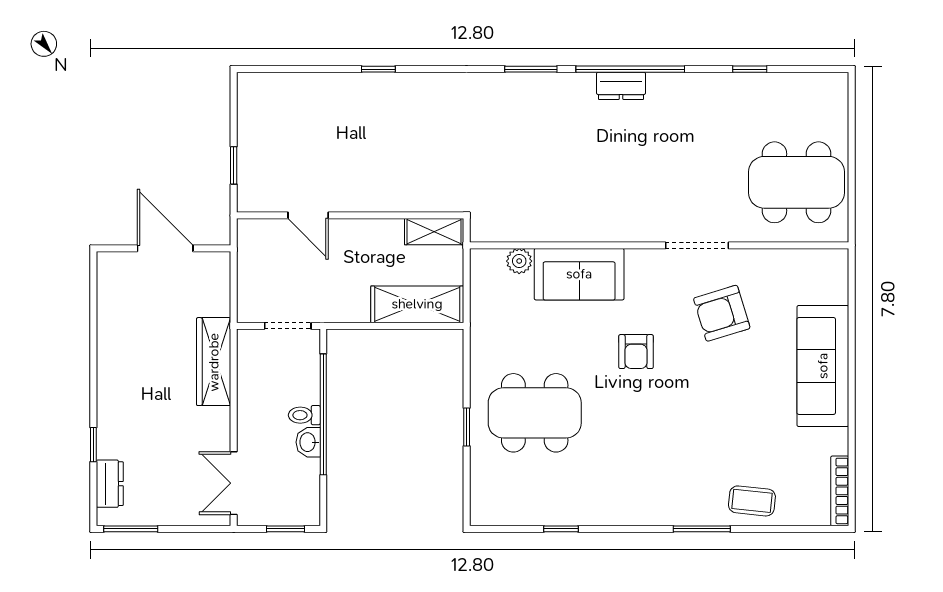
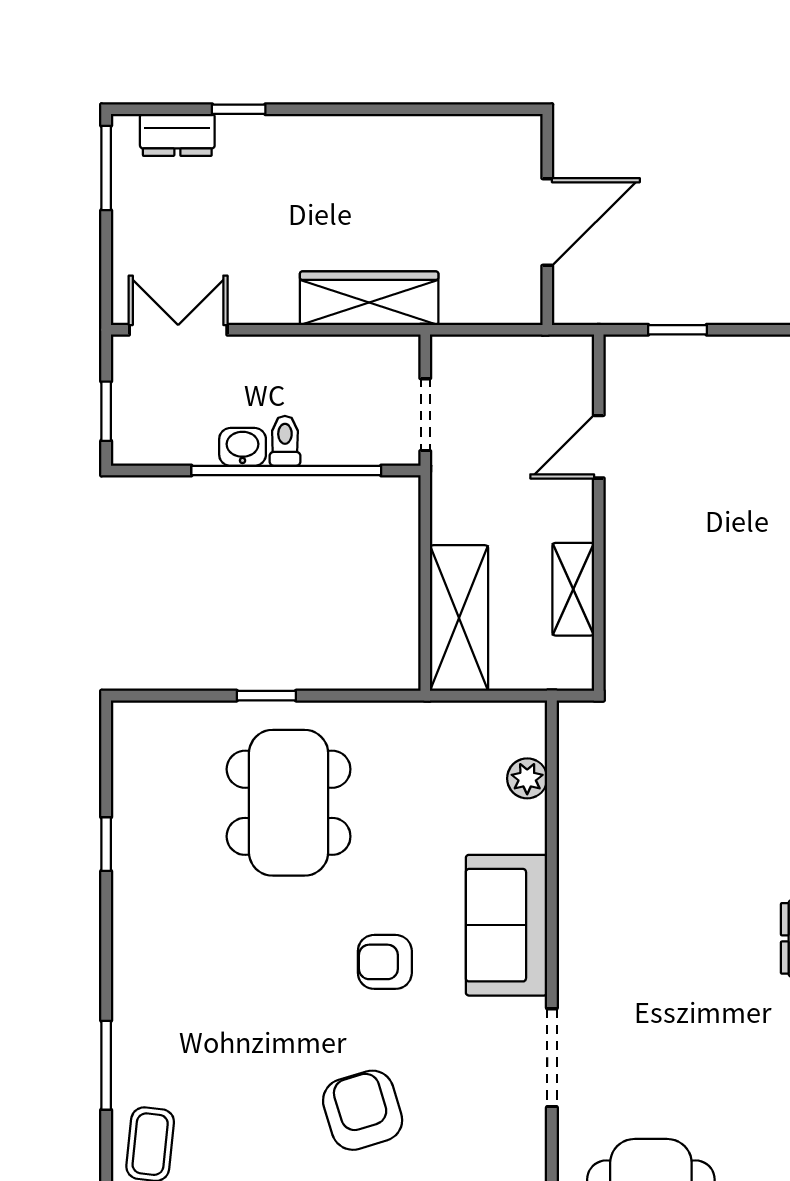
shelving: (434, 232) -> (573, 589), moved
sofa: (579, 274) -> (507, 925), moved
armchair: (722, 313) -> (363, 1110), moved

